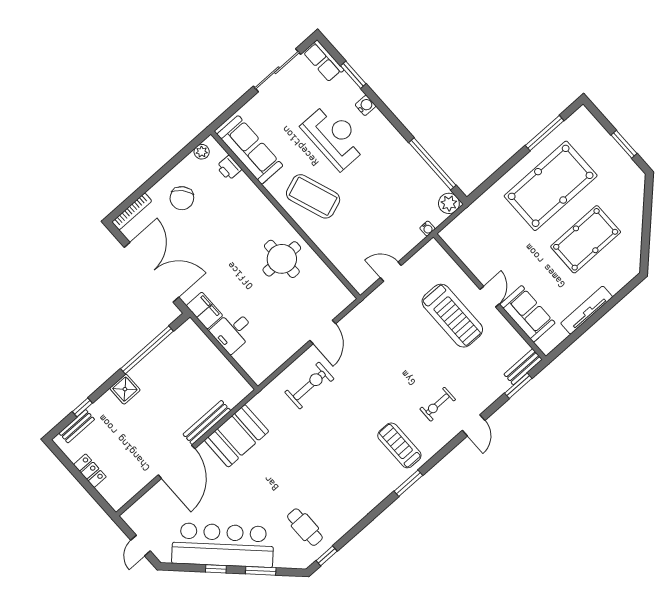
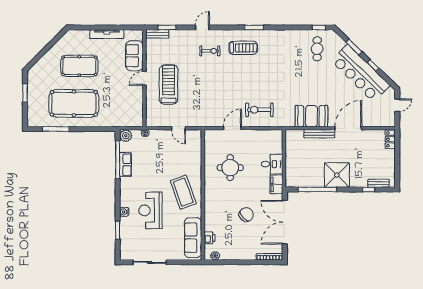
row of seats: (324, 61) -> (125, 165), moved
chair: (182, 198) -> (246, 215), moved
round table: (282, 259) -> (230, 168), moved
shower: (125, 389) -> (337, 175), width x1.86, depth x1.86
treadmill: (399, 445) -> (243, 48), turned -90
locker: (90, 471) -> (390, 139), moved

